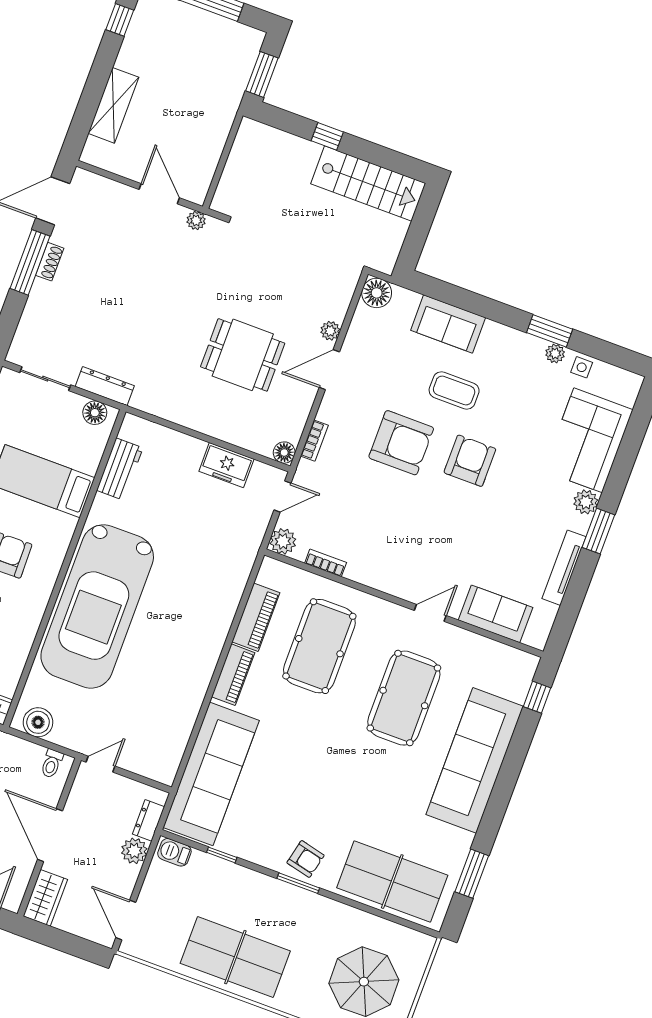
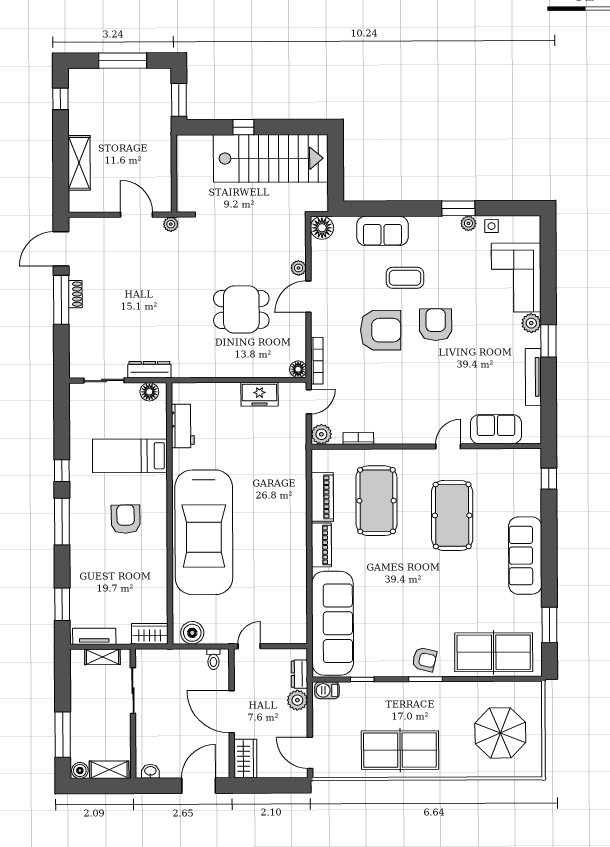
stairs: (368, 183) -> (271, 158), width x1.36, depth x1.51
bookcase: (314, 441) -> (317, 361), width x1.56
sofa: (475, 760) -> (525, 556), width x0.74, depth x0.79

